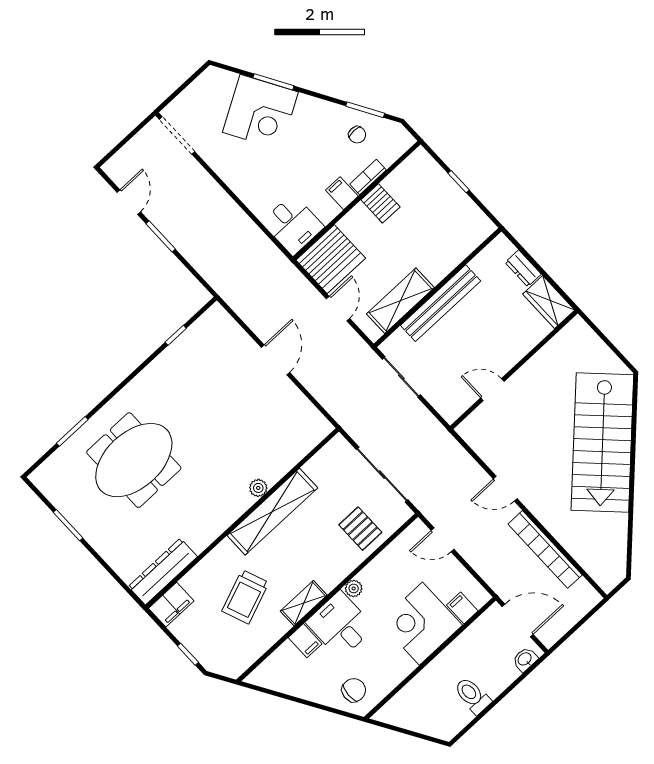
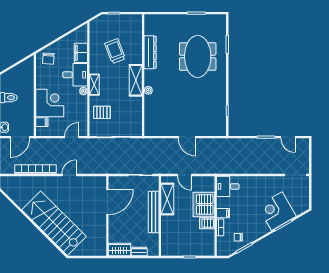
server rack: (331, 259) -> (204, 205), moved
door: (492, 390) -> (107, 202), width x1.88
shelving: (272, 512) -> (136, 80), width x0.68
dresser: (163, 572) -> (150, 52), moved
shelving: (304, 603) -> (94, 85), moved
filing cabinet: (171, 605) -> (136, 23), removed
filing cabinet: (305, 641) -> (81, 53), width x2.00

